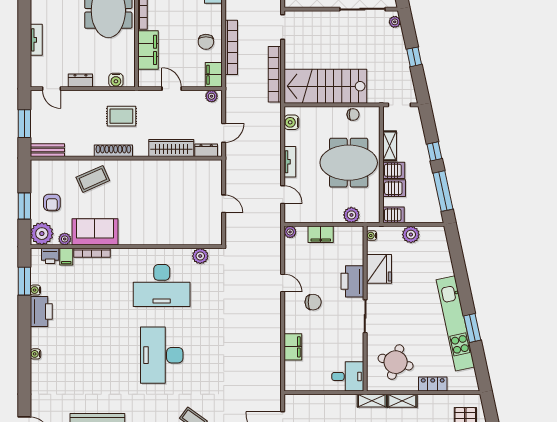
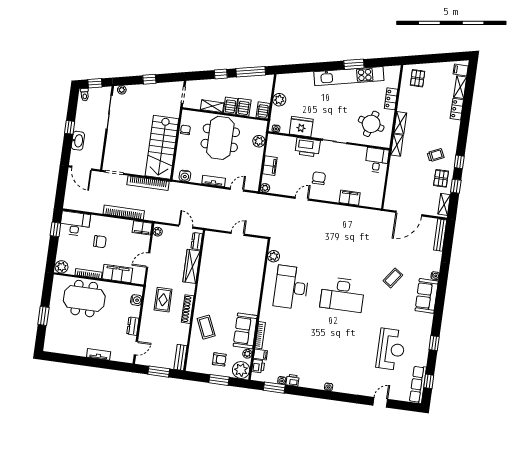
chair: (206, 42) -> (100, 242), moved
desk: (162, 285) -> (291, 287), turned 180
printer: (41, 311) -> (293, 380), width x0.53, depth x0.68

